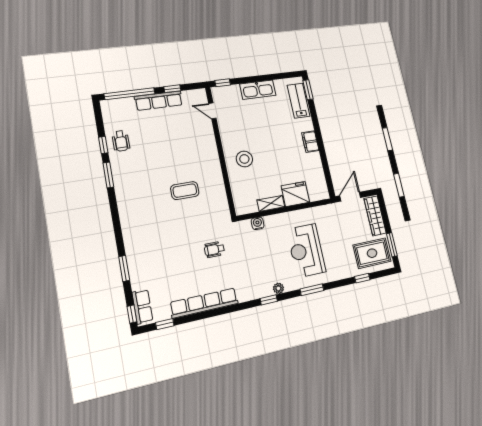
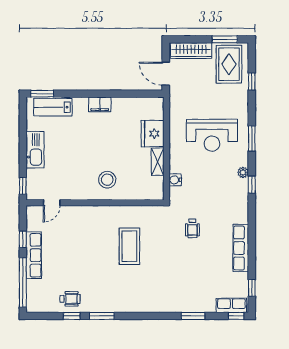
coffee table: (185, 191) -> (129, 246), width x1.36, depth x1.32
row of seats: (204, 303) -> (241, 248), width x0.73

